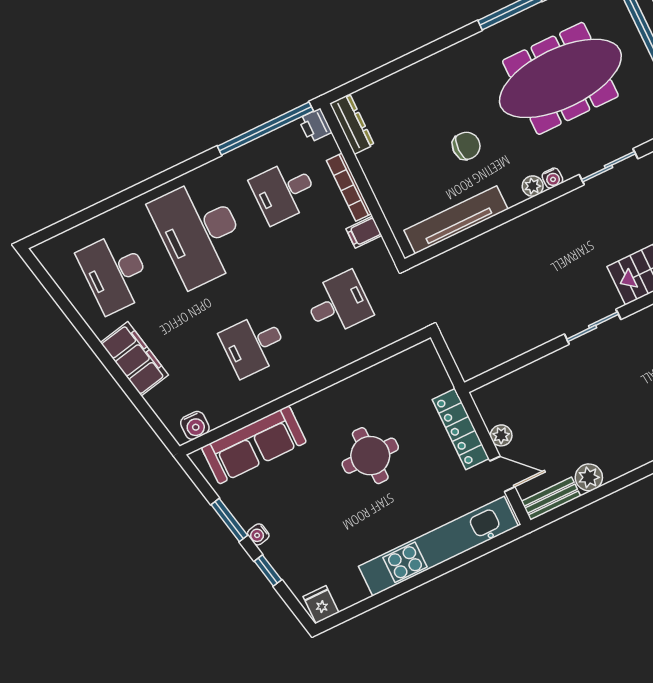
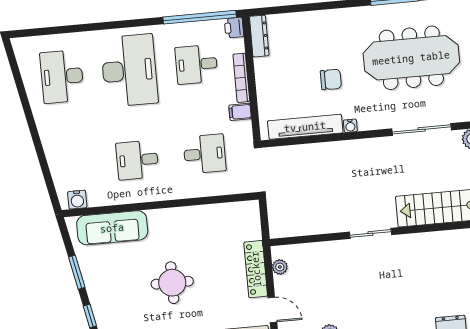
sliding door: (609, 167) -> (422, 129), width x1.37
water cooler: (552, 178) -> (350, 126), moved
plant: (533, 186) -> (365, 123), removed
desk: (200, 232) -> (129, 70), turned 180
filing cabinet: (134, 359) -> (53, 139), removed
plant: (501, 435) -> (280, 267), moved
round table: (370, 456) -> (172, 283), moved
water cooler: (258, 534) -> (92, 289), removed

